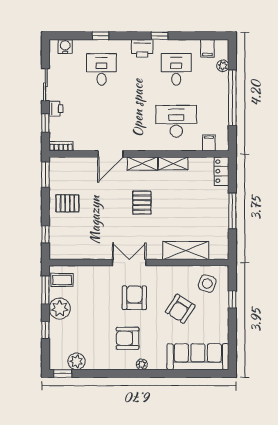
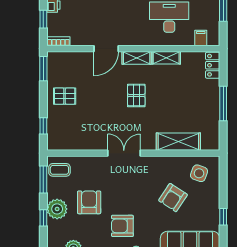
armchair: (134, 298) -> (89, 202), moved
window: (232, 299) -> (223, 217), moved
plant: (60, 309) -> (57, 209), moved

